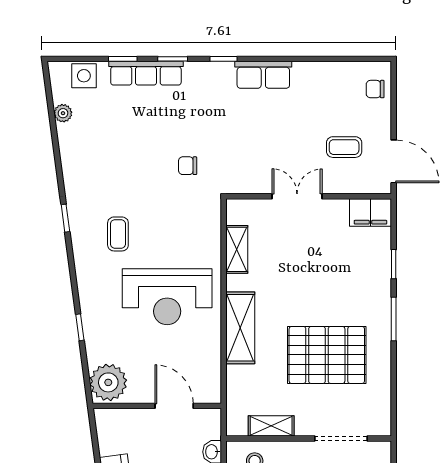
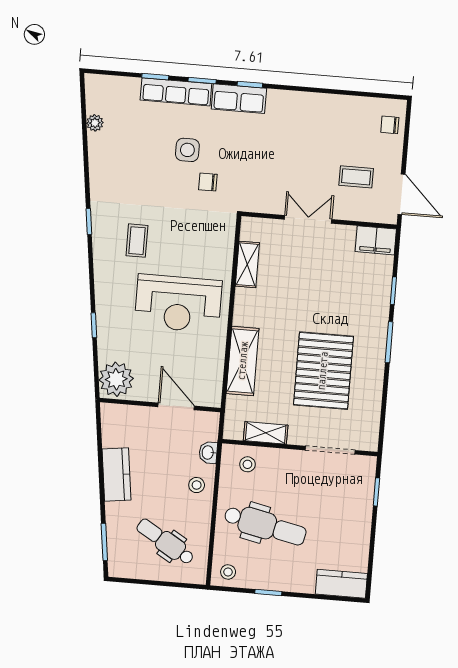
row of seats: (263, 75) -> (239, 99), moved
side table: (84, 76) -> (187, 150), moved
shelving: (240, 328) -> (243, 361), moved
pallet: (327, 355) -> (323, 371), turned 90

